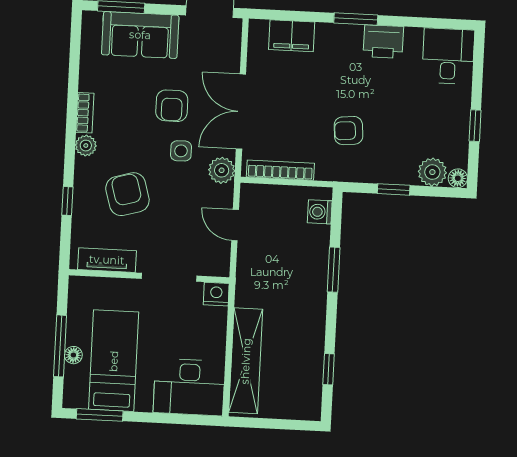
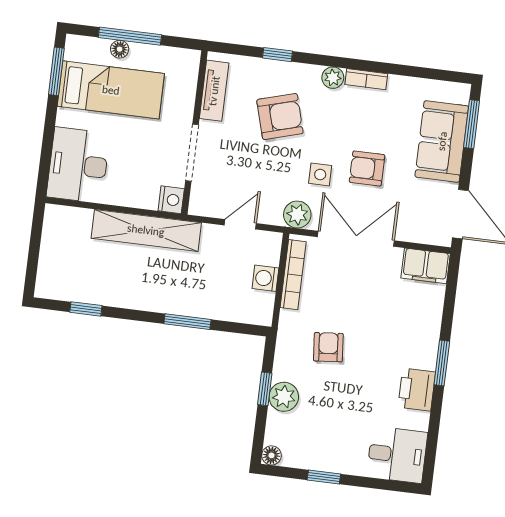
filing cabinet: (292, 36) -> (426, 266), moved, turned -90
plant: (432, 172) -> (284, 397), moved
washing machine: (320, 212) -> (265, 278), moved, turned -90
shelving: (246, 361) -> (146, 230), moved

